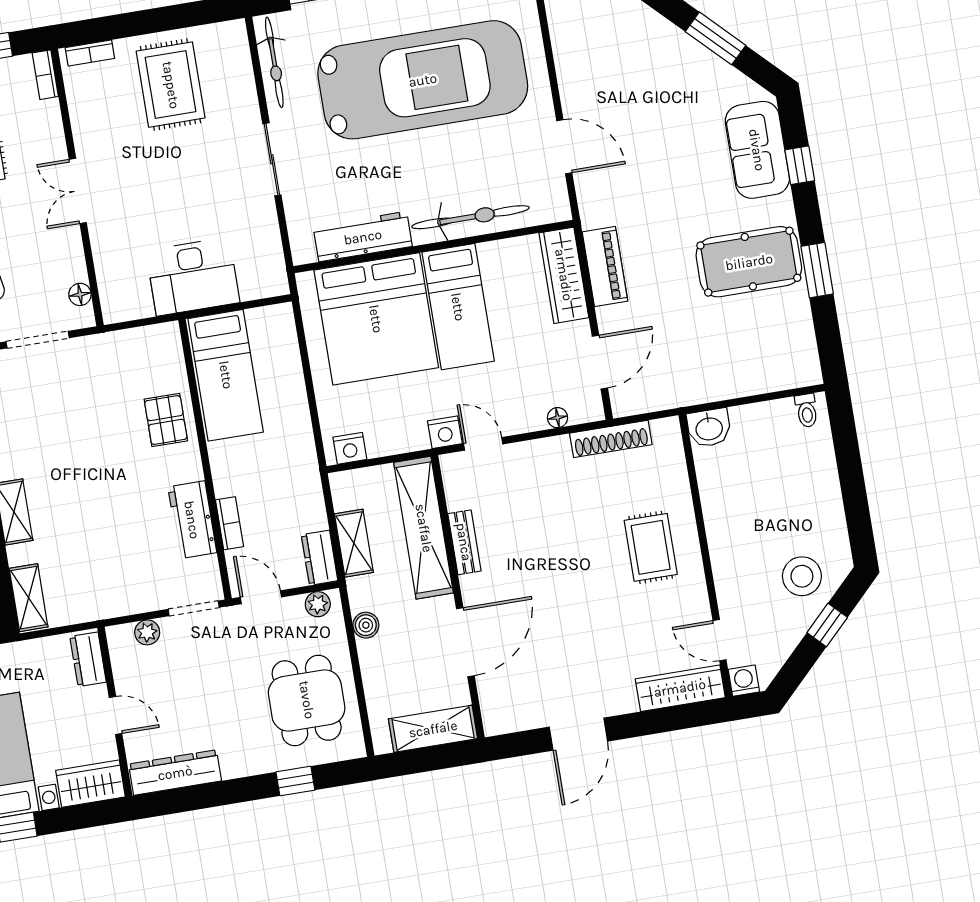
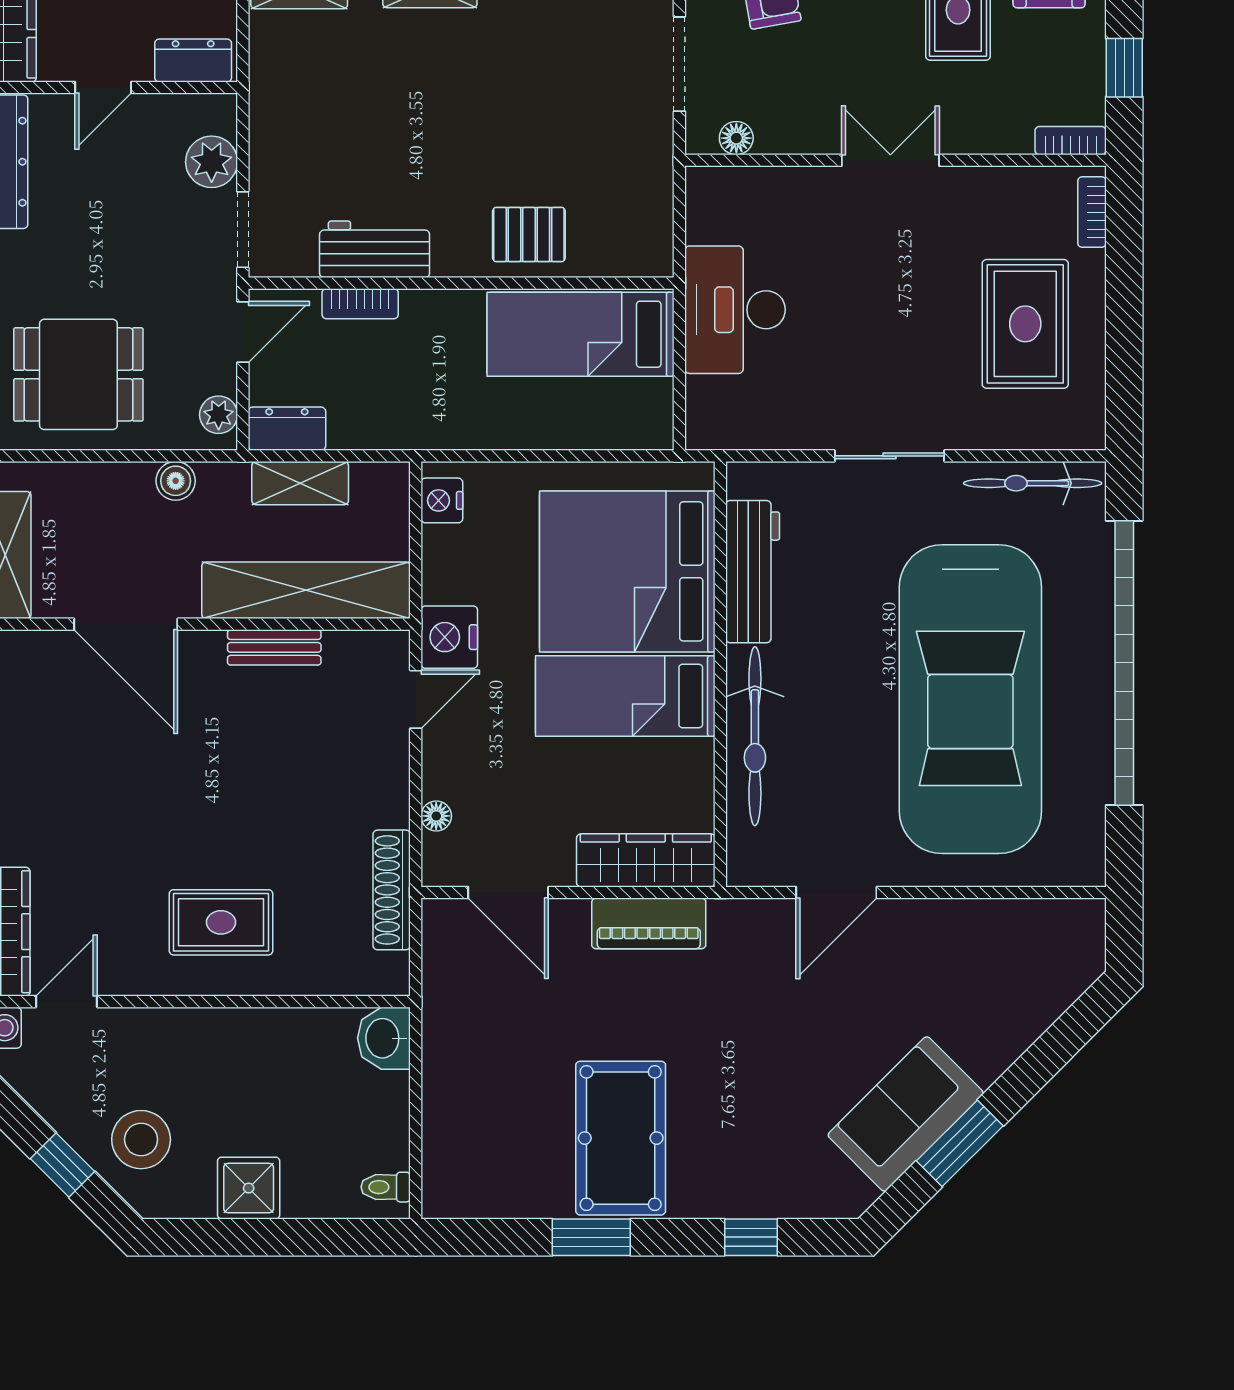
rug: (171, 85) -> (1025, 324), turned 90
sofa: (757, 150) -> (906, 1114), moved, turned -45
nightstand: (445, 432) -> (449, 637), width x1.36, depth x1.33
shower: (822, 500) -> (249, 1188), added
plant: (147, 632) -> (212, 162), width x1.38, depth x1.38

